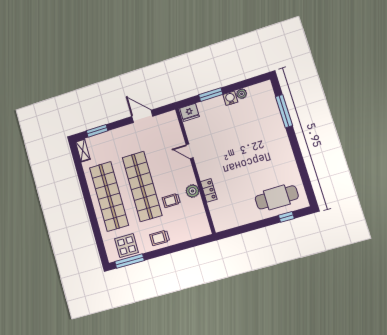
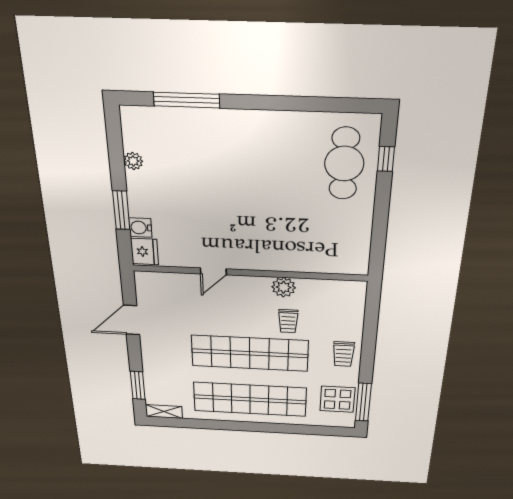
water cooler: (230, 98) -> (140, 228), moved
locker: (209, 190) -> (292, 264), removed

